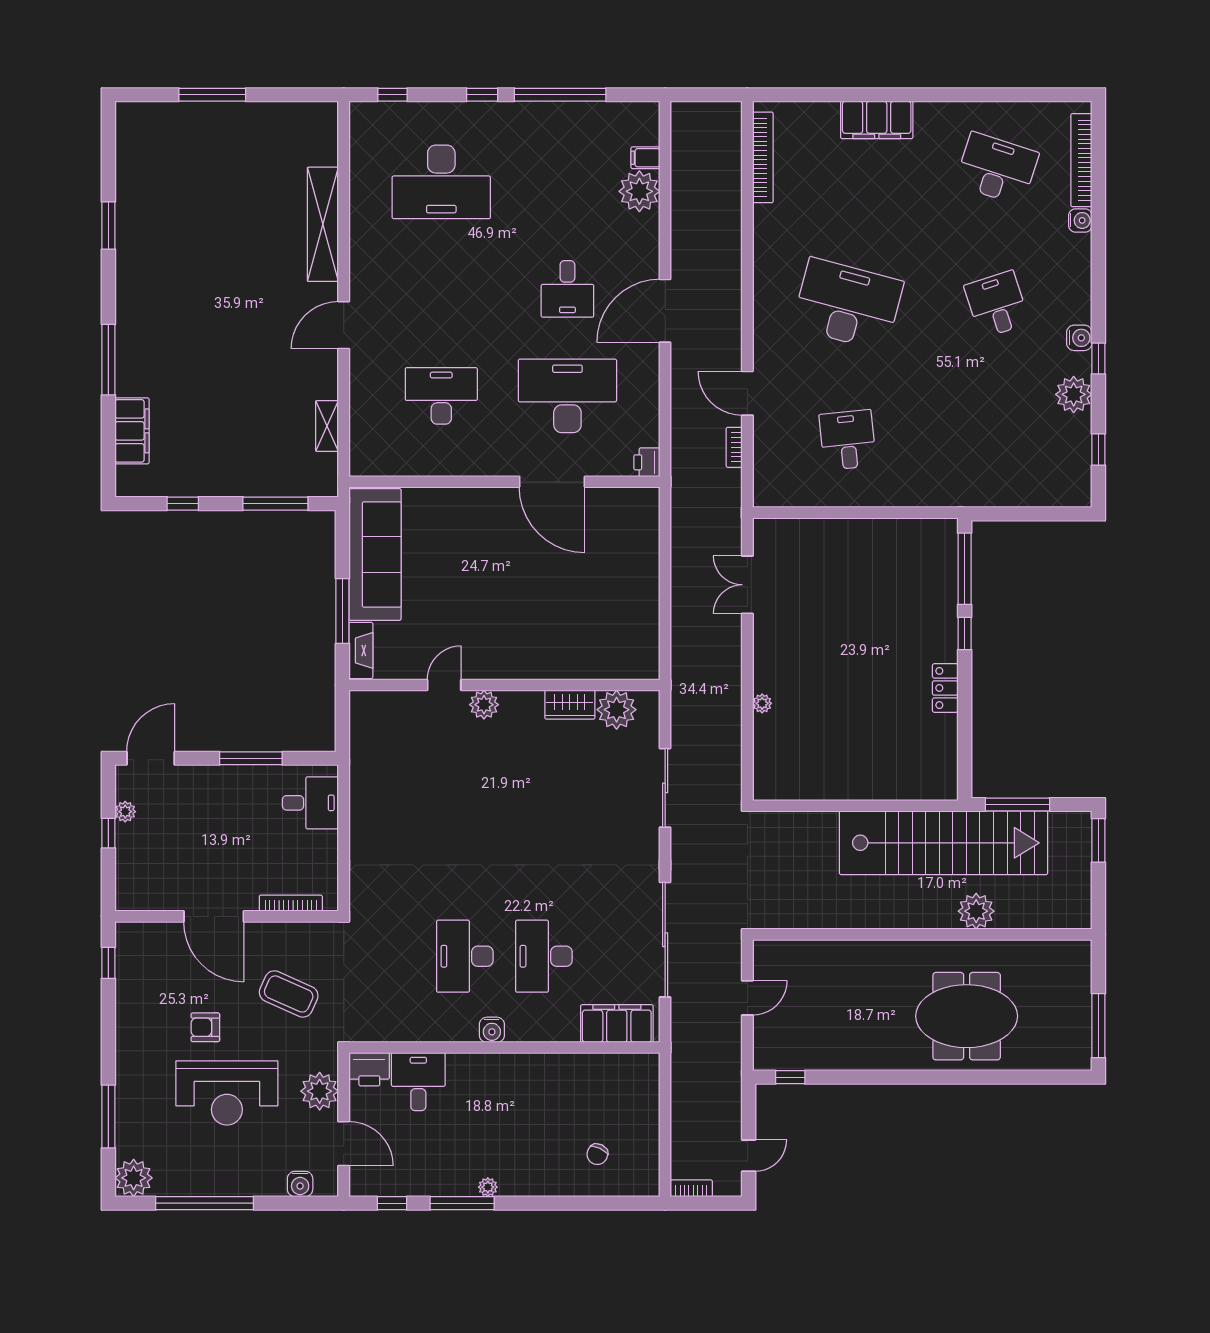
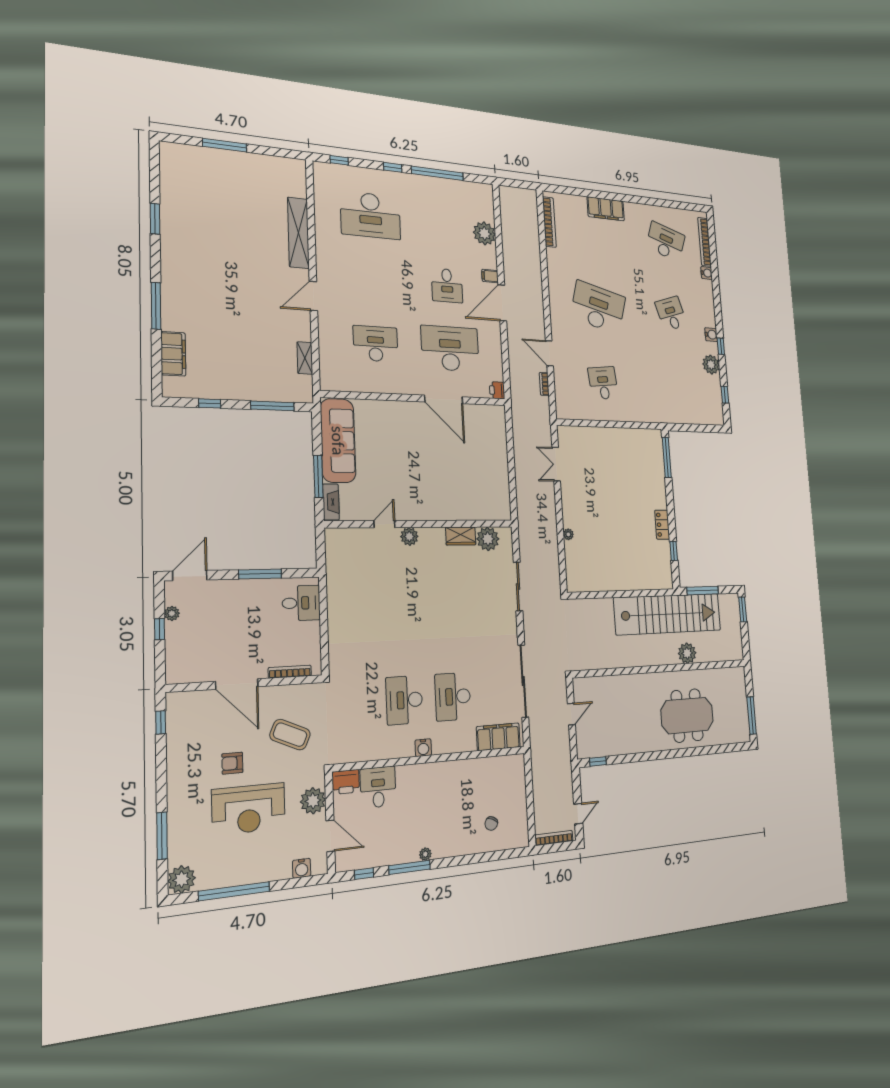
filing cabinet: (645, 158) -> (490, 276), moved
window: (965, 634) -> (674, 551), moved
bookcase: (691, 1188) -> (554, 838), width x1.56

